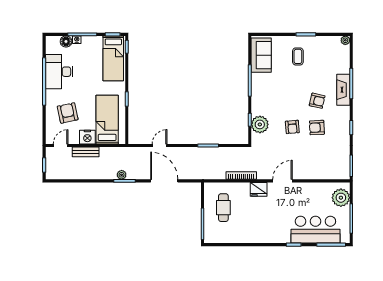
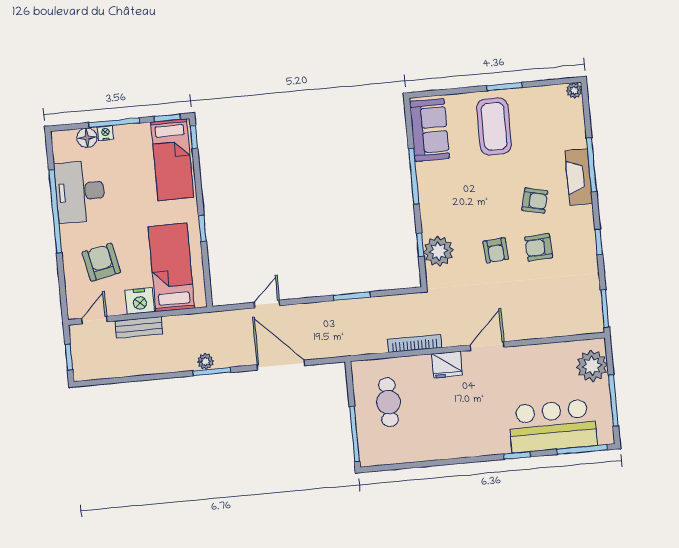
coffee table: (298, 56) -> (494, 126), width x1.86, depth x1.72

